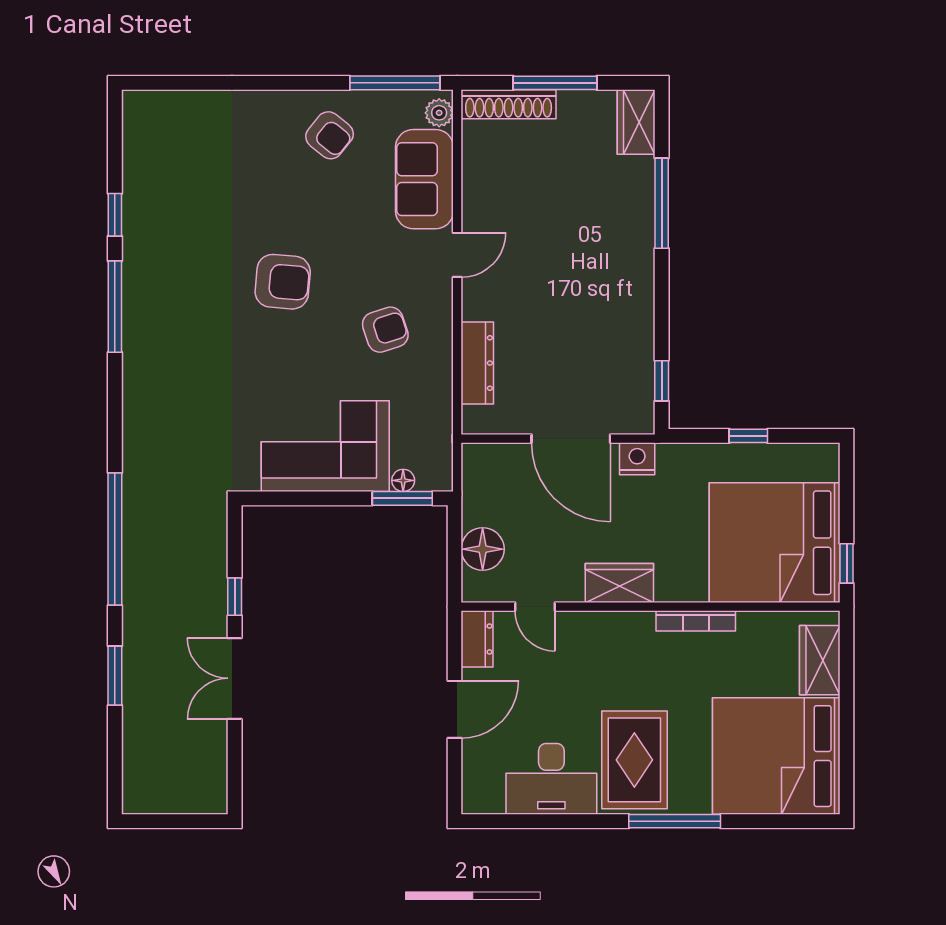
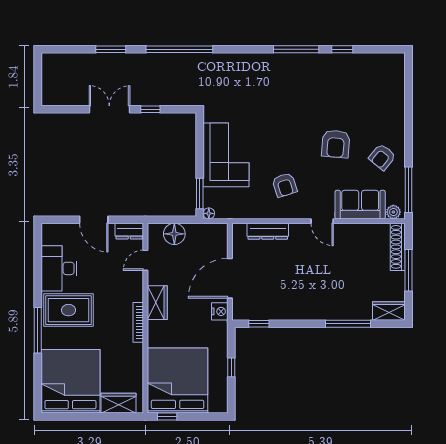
armchair: (283, 282) -> (336, 144), moved
floor lamp: (403, 480) -> (209, 213), moved
bookcase: (696, 621) -> (138, 322), moved

